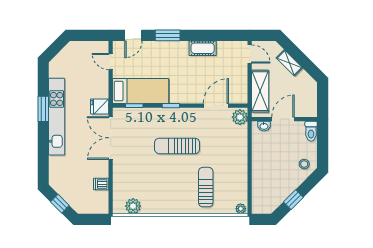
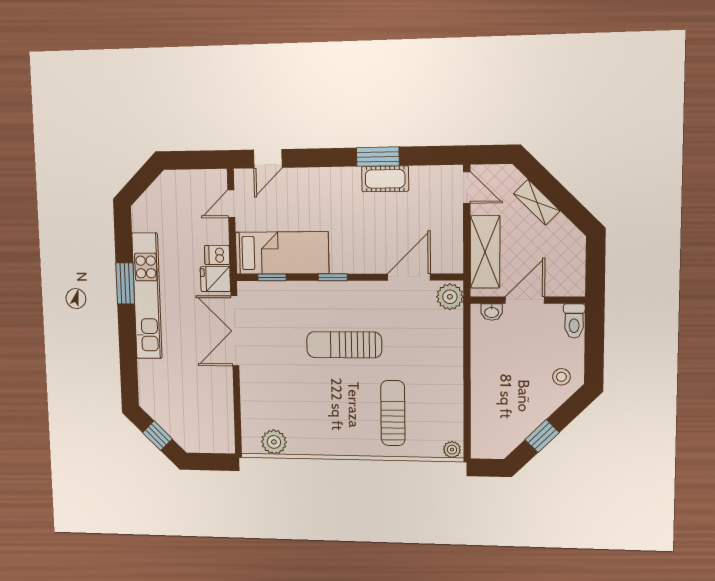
window: (168, 35) -> (378, 157), moved
door: (111, 62) -> (231, 204), hinge flipped
dishwasher: (101, 184) -> (217, 255), moved

